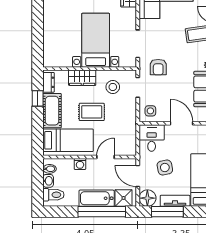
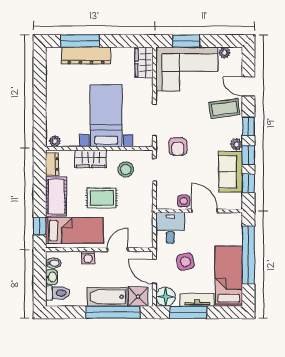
plant: (51, 62) -> (55, 141), added
window: (38, 98) -> (40, 226), moved
side table: (150, 111) -> (184, 201), moved

